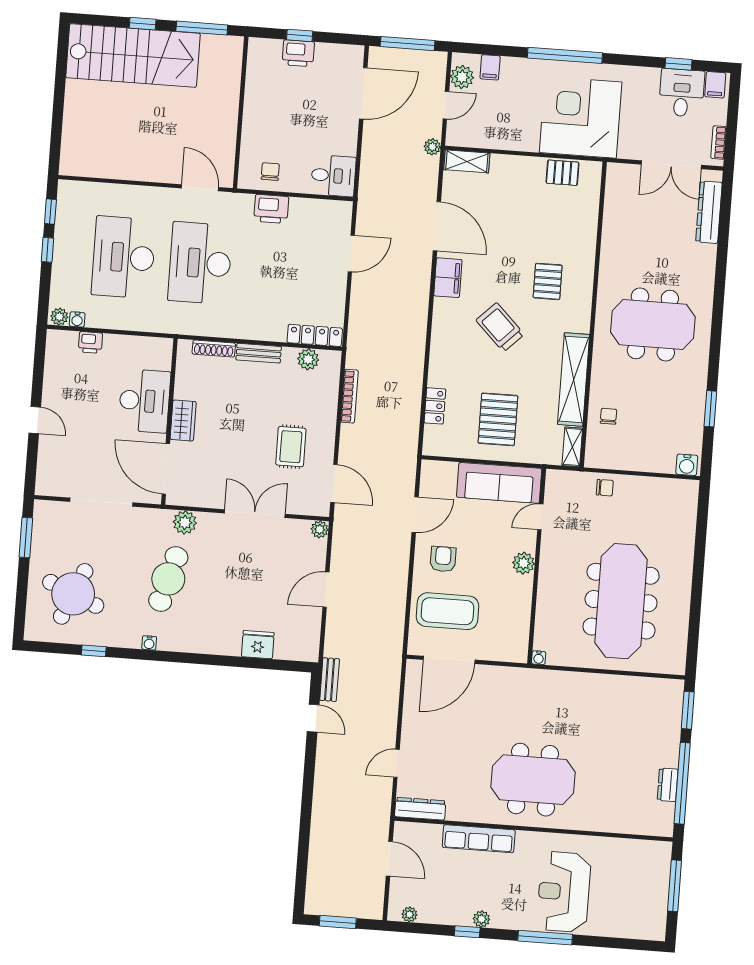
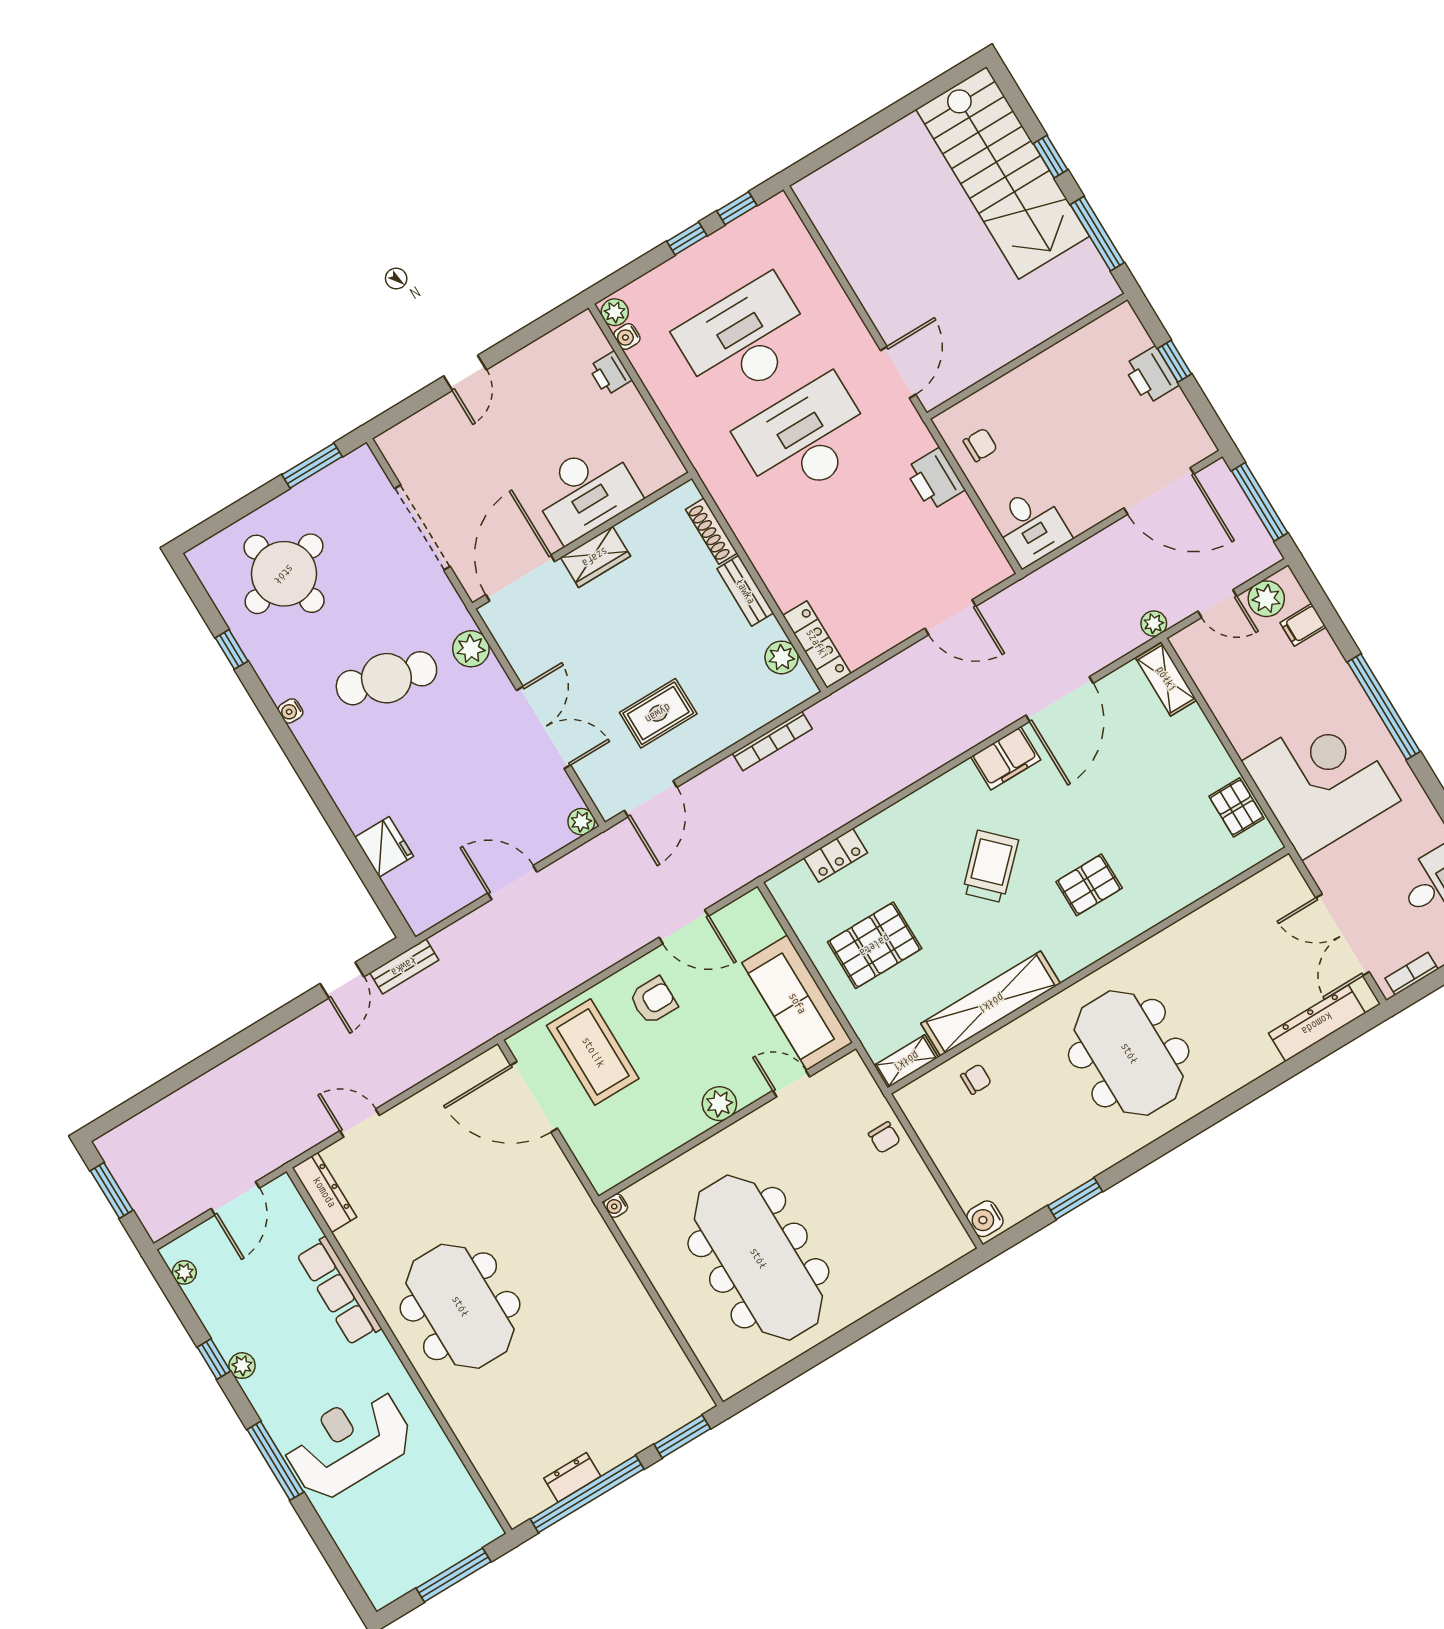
round table: (73, 594) -> (284, 574), turned -38
meeting table: (621, 601) -> (758, 1258), turned 90

